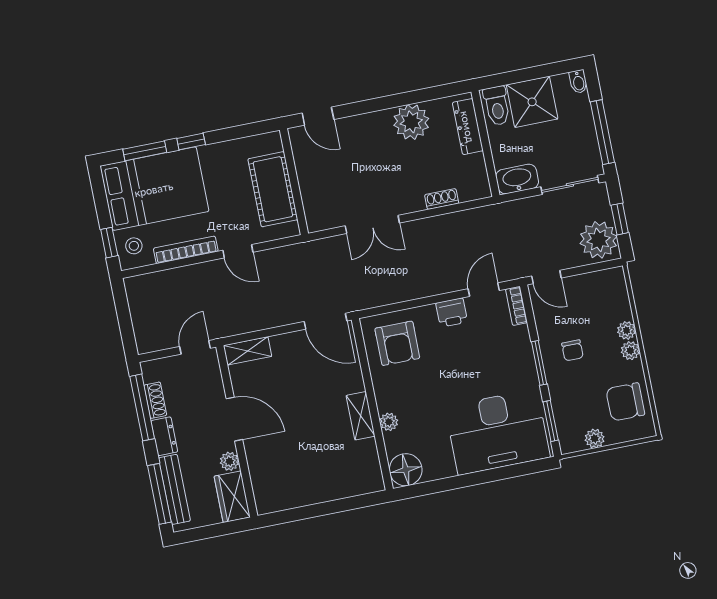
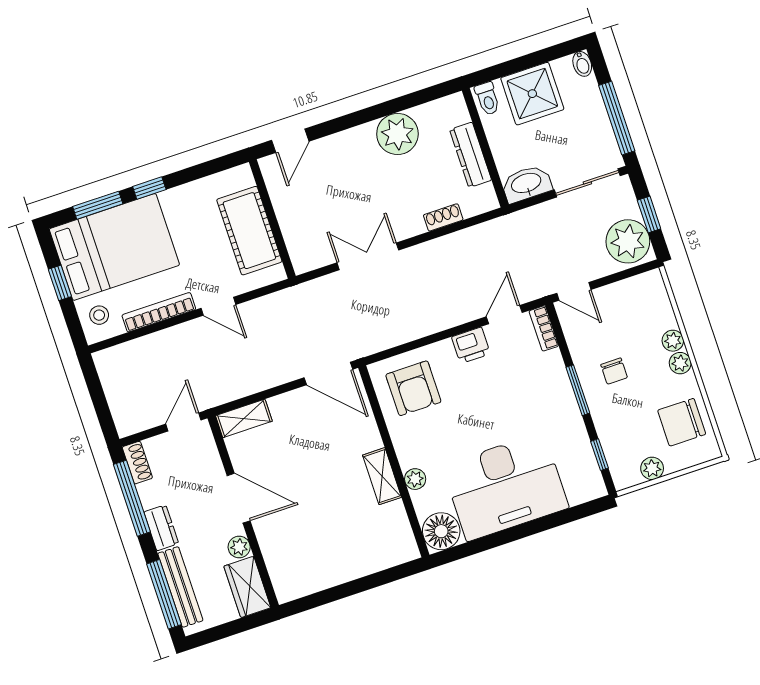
toilet: (497, 106) -> (487, 99), width x0.73, depth x0.72
door: (318, 116) -> (290, 141), hinge flipped
dresser: (468, 127) -> (471, 155), moved
double door: (372, 224) -> (368, 256), swing flipped
window: (109, 243) -> (60, 283), moved
shoe rack: (155, 400) -> (137, 463), moved
window: (551, 421) -> (599, 455), width x0.67
desk: (497, 432) -> (505, 487), moved

